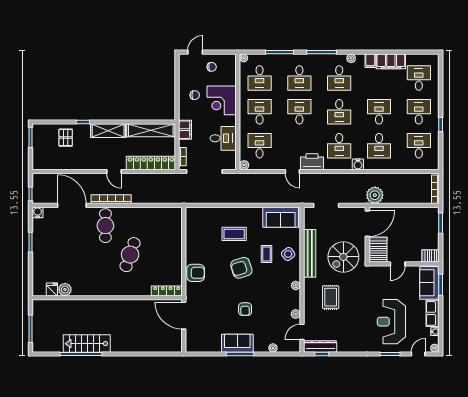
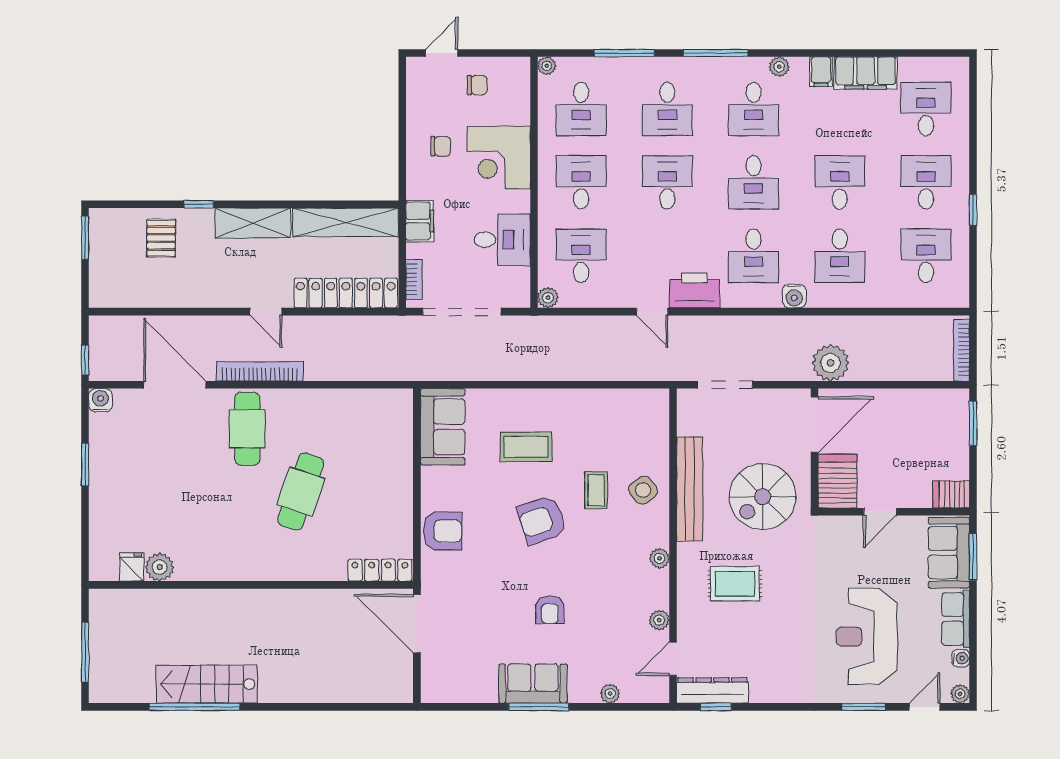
sofa: (281, 217) -> (443, 427), moved, turned -90
rug: (331, 297) -> (735, 584), turned 90

